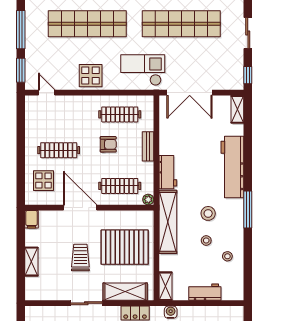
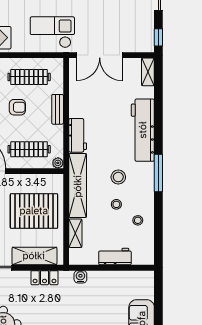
shelving: (166, 286) -> (75, 233), moved

